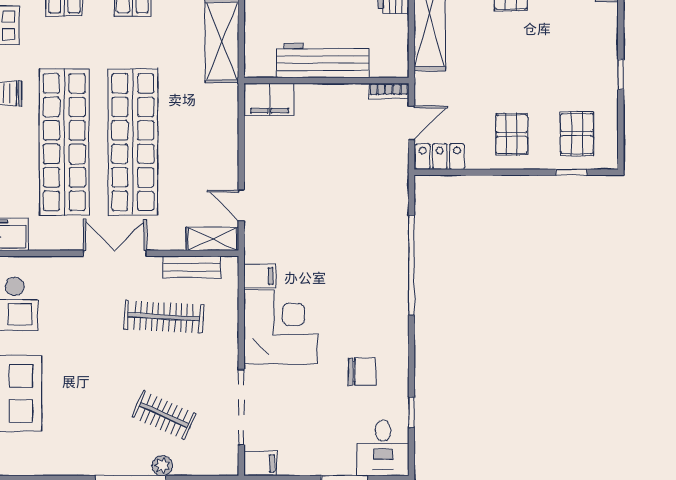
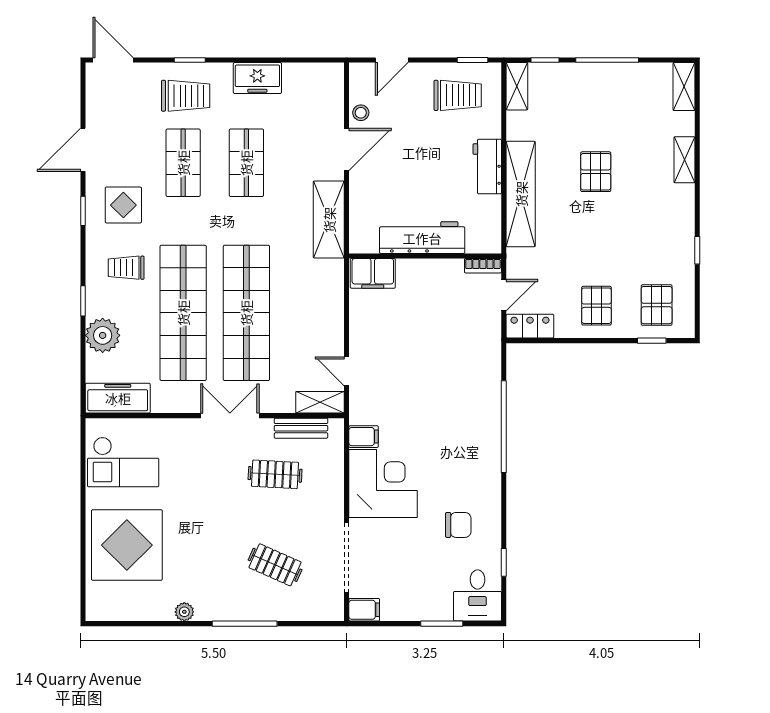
clothes rail: (164, 317) -> (275, 474), width x0.73
plant: (162, 466) -> (184, 612), moved

